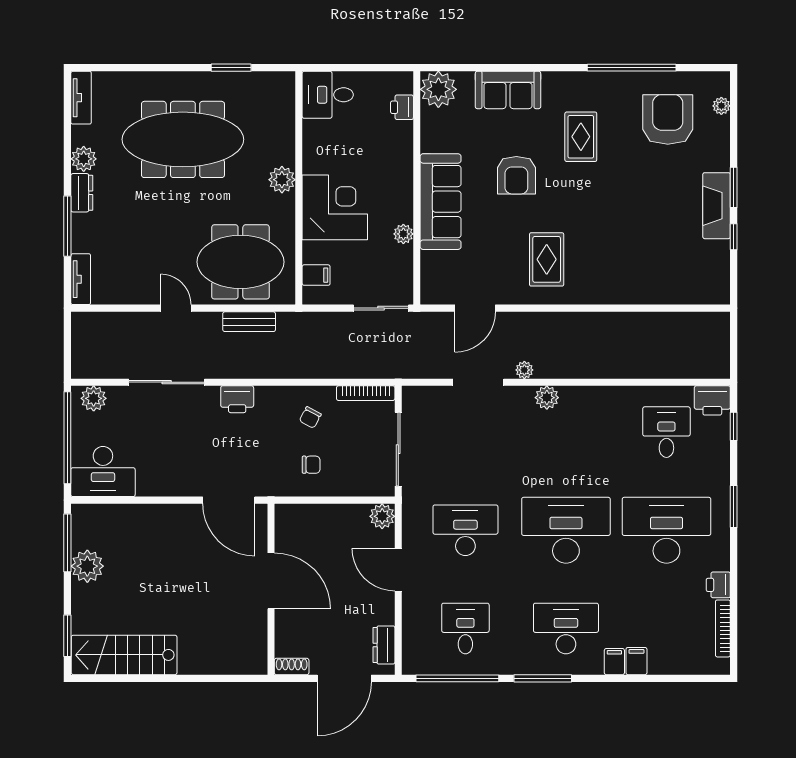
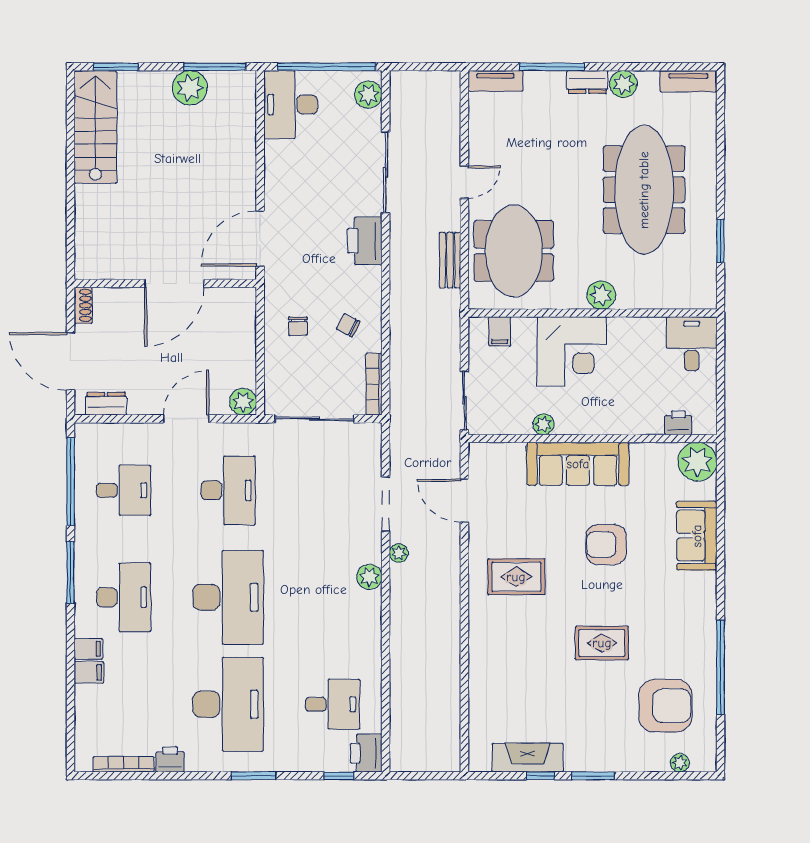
rug: (581, 137) -> (602, 643), moved
fireplace: (717, 206) -> (528, 758), moved
printer: (237, 399) -> (365, 241), width x1.37, depth x1.19

